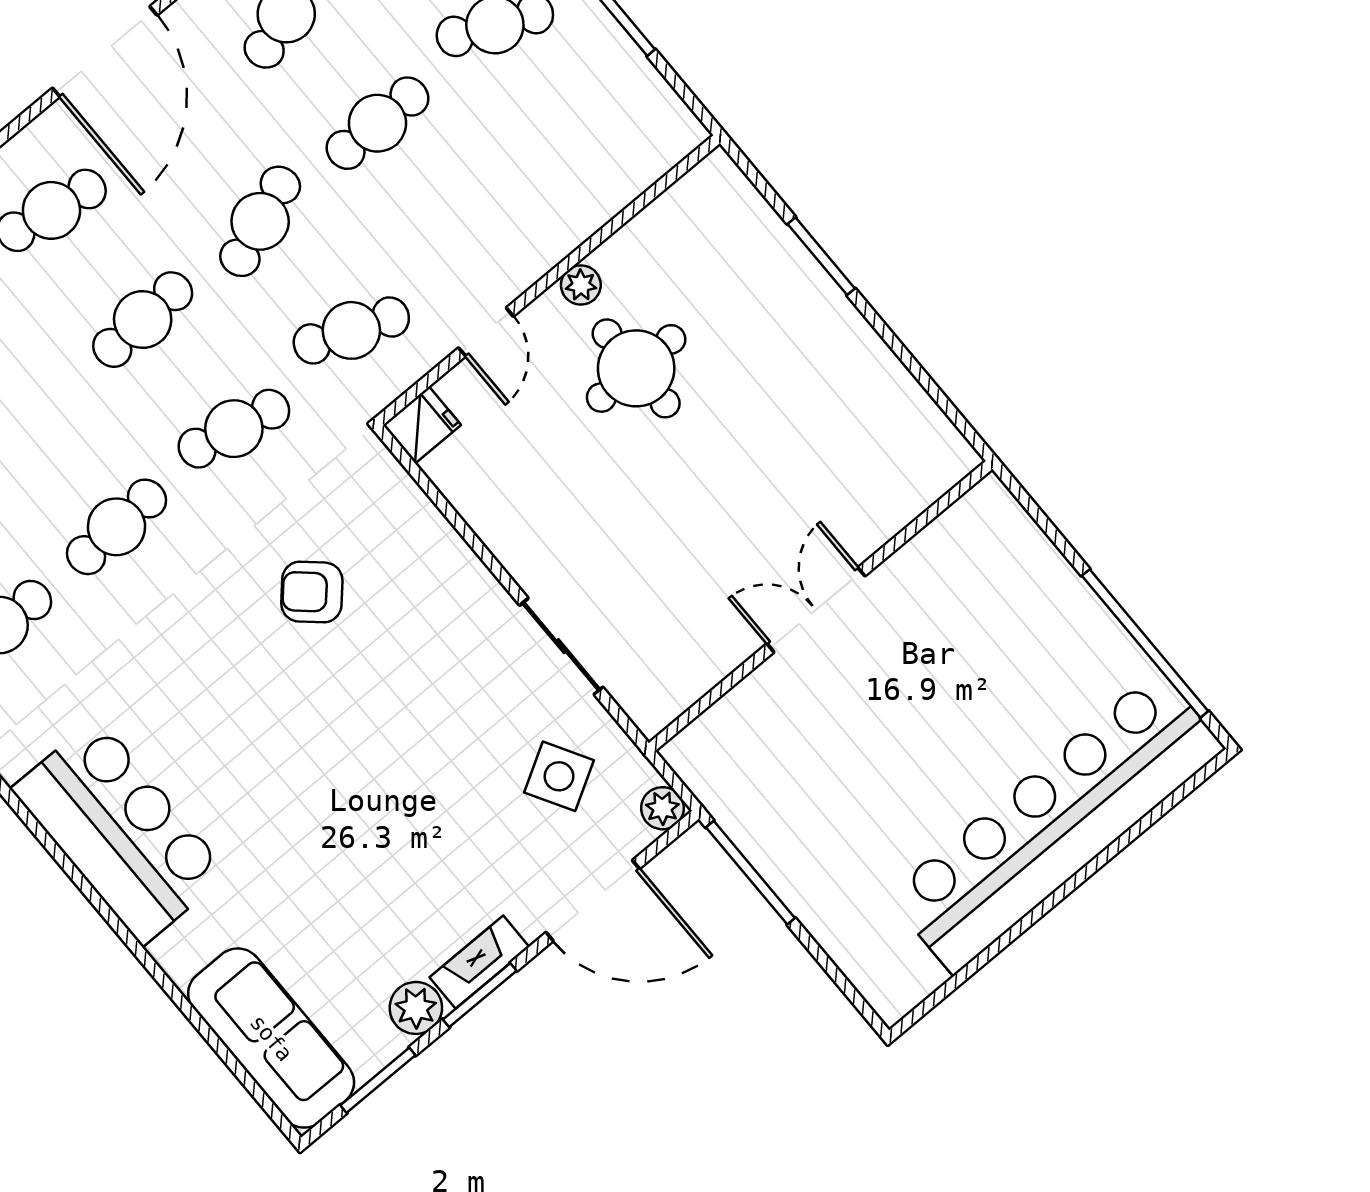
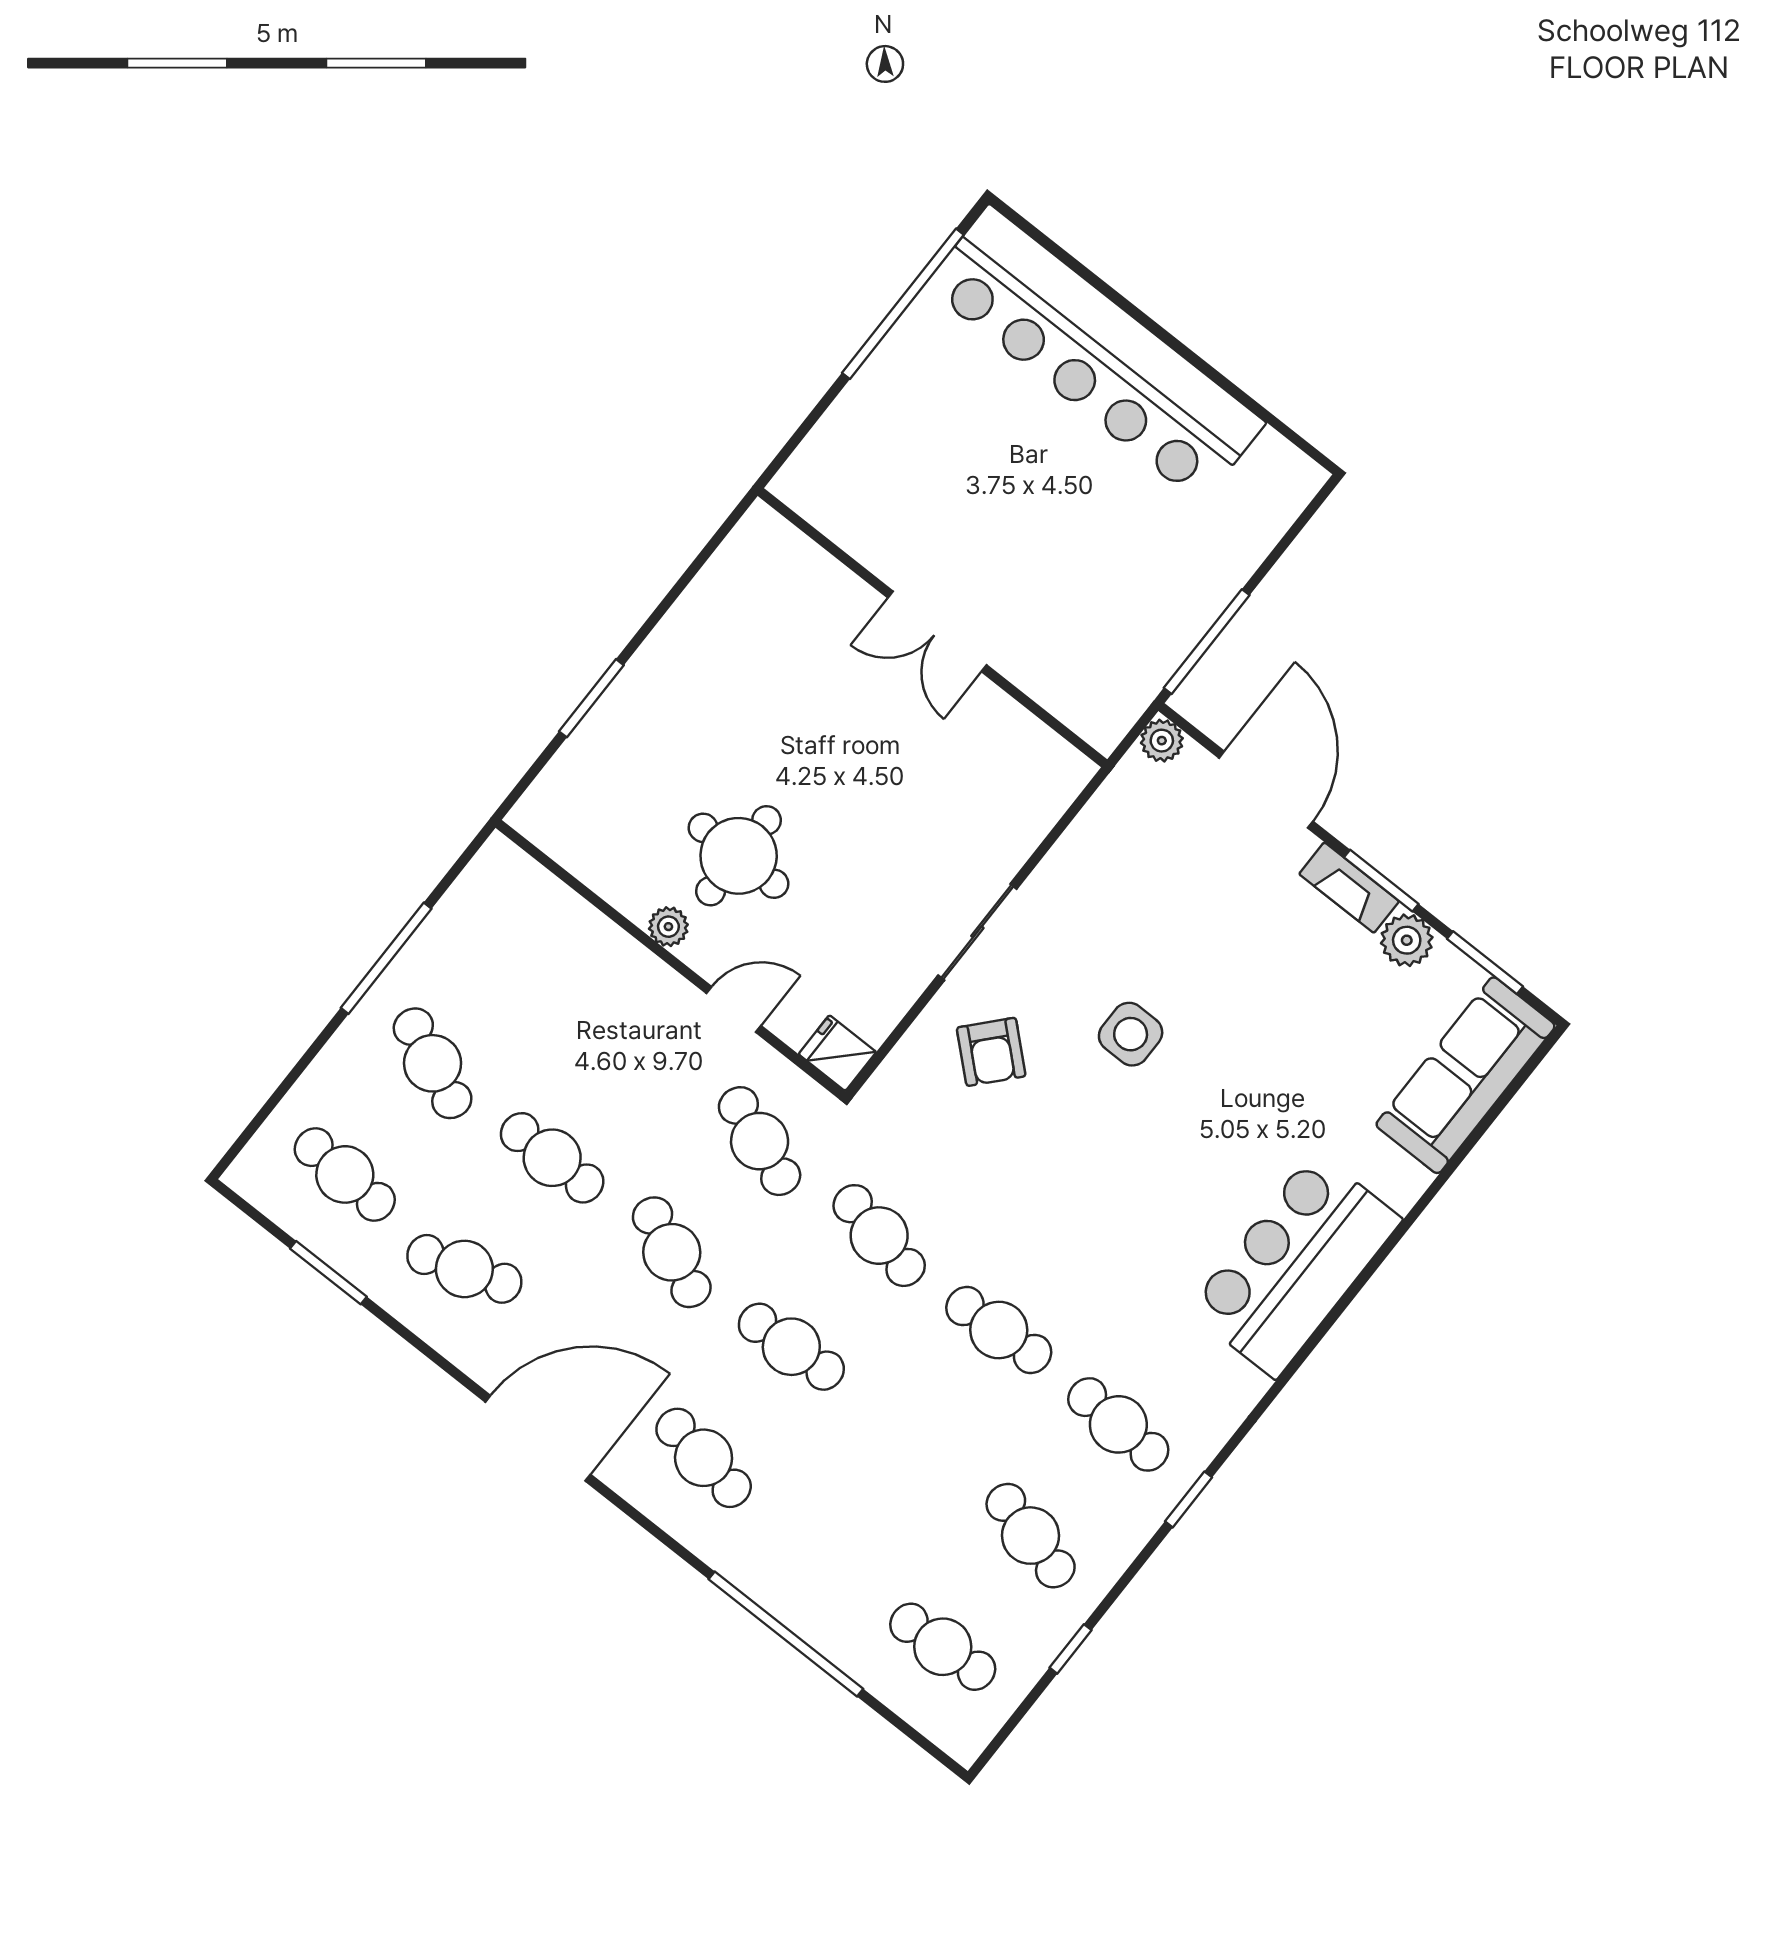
cafe table: (260, 221) -> (672, 1252), turned 45
armchair: (312, 592) -> (991, 1052), moved
sliding door: (561, 646) -> (977, 932), moved
side table: (559, 776) -> (1131, 1034), moved, turned 30

